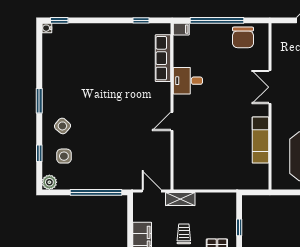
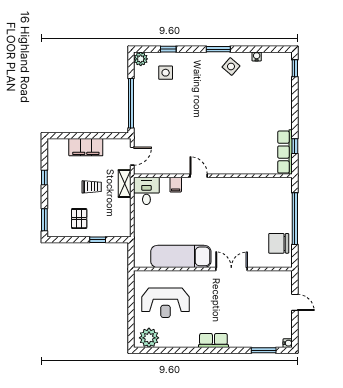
water cooler: (47, 28) -> (257, 56), moved
filing cabinet: (181, 29) -> (176, 185), moved
row of seats: (163, 58) -> (285, 152), moved, turned -90
desk: (188, 81) -> (146, 191), moved
side table: (62, 126) -> (231, 67), moved
exam couch: (260, 140) -> (181, 256), width x1.36, depth x1.45

